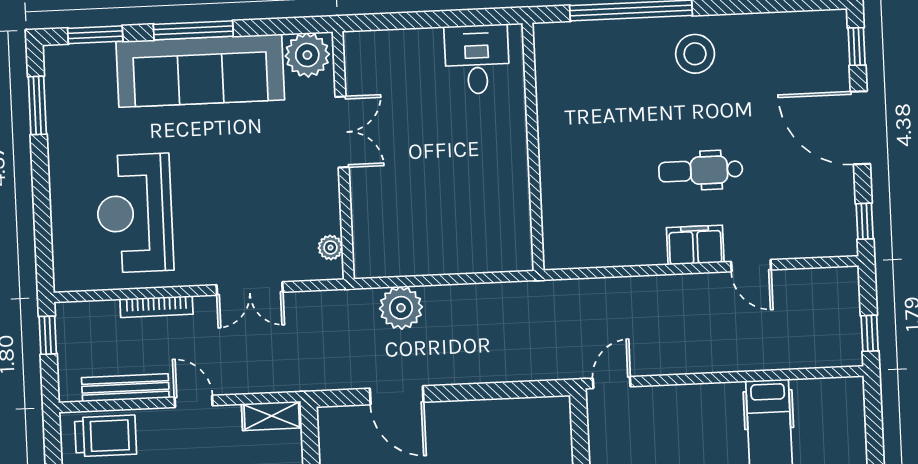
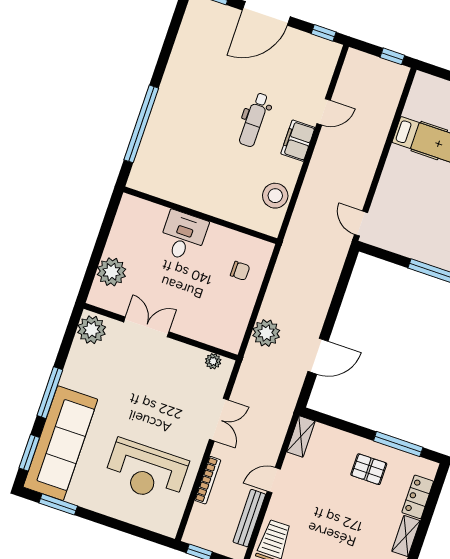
plant: (402, 51) -> (112, 272), added
stool: (695, 54) -> (275, 196), moved
desk: (477, 59) -> (183, 236), moved, turned 90
sofa: (200, 71) -> (60, 443), moved
chair: (476, 235) -> (240, 271), added

